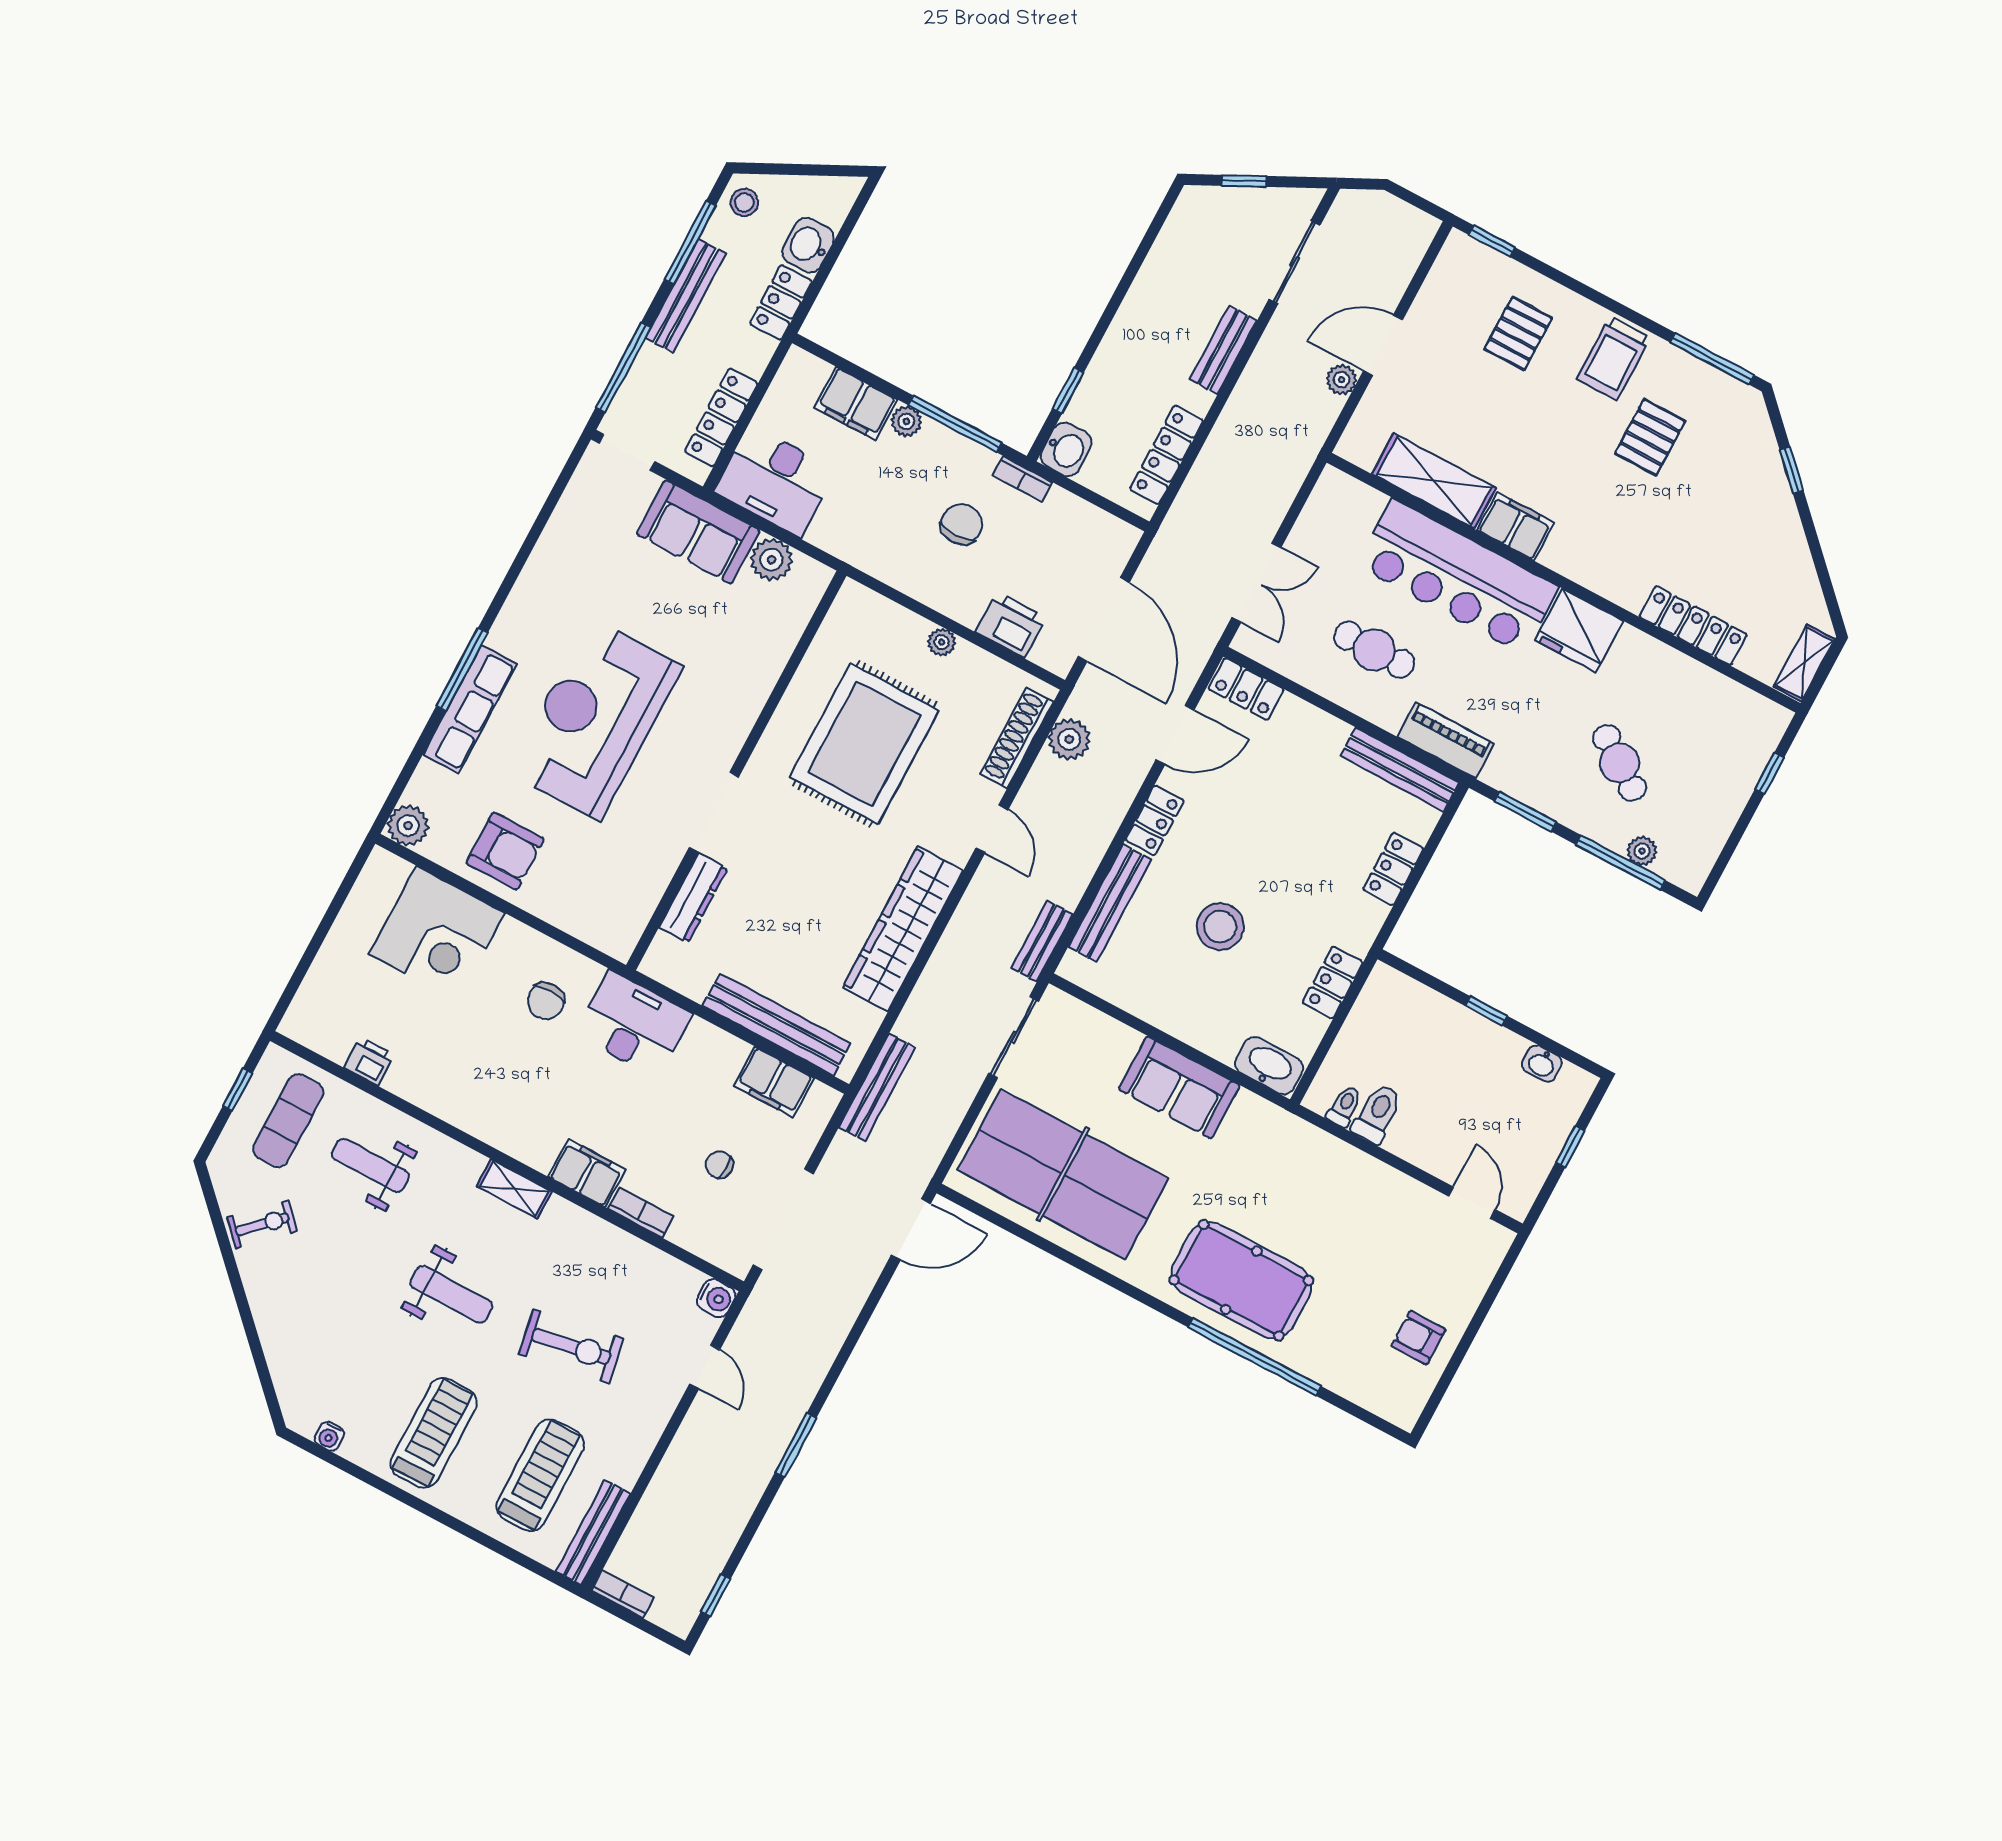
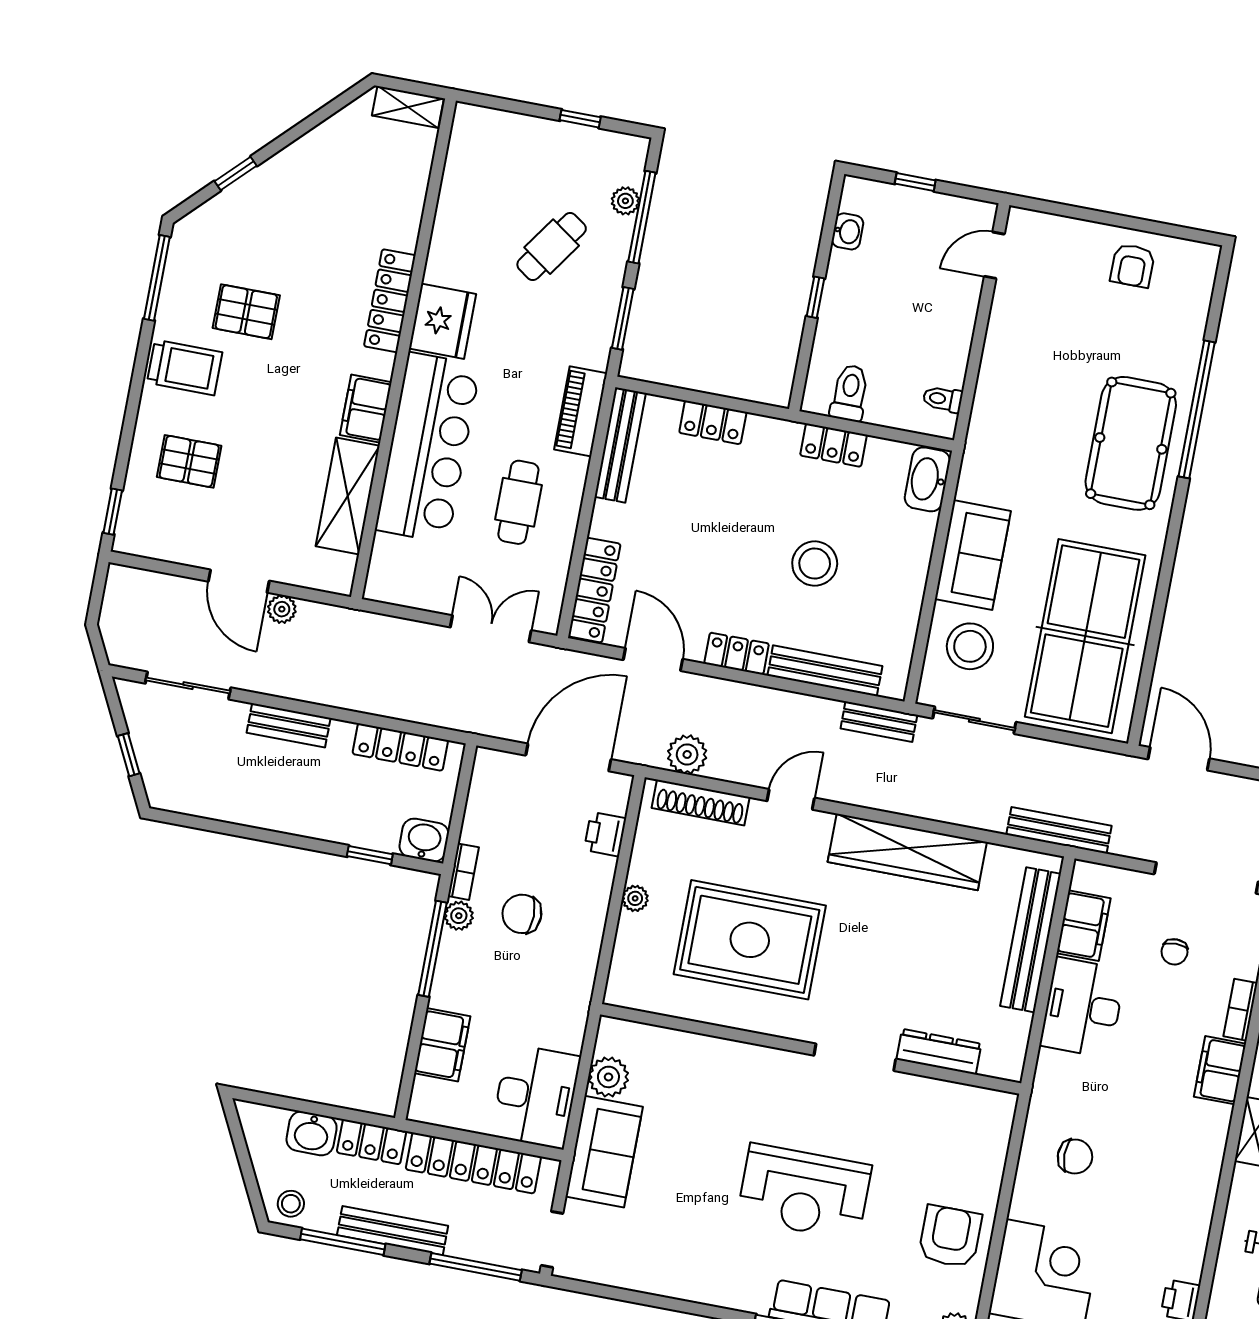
locker: (721, 417) -> (473, 1163), width x1.41, depth x1.21
plant: (906, 421) -> (459, 916), moved
printer: (1011, 625) -> (605, 834), width x0.73, depth x0.81
locker: (1693, 626) -> (390, 301), moved
locker: (1246, 689) -> (594, 590), width x1.53
reception desk: (595, 719) -> (804, 1192), width x0.74, depth x0.77
window: (1769, 773) -> (580, 119), moved
desk: (634, 1024) -> (1083, 1008), moved
stool: (1089, 1056) -> (970, 646), added
toilet: (1377, 1114) -> (850, 393), moved, turned 90

